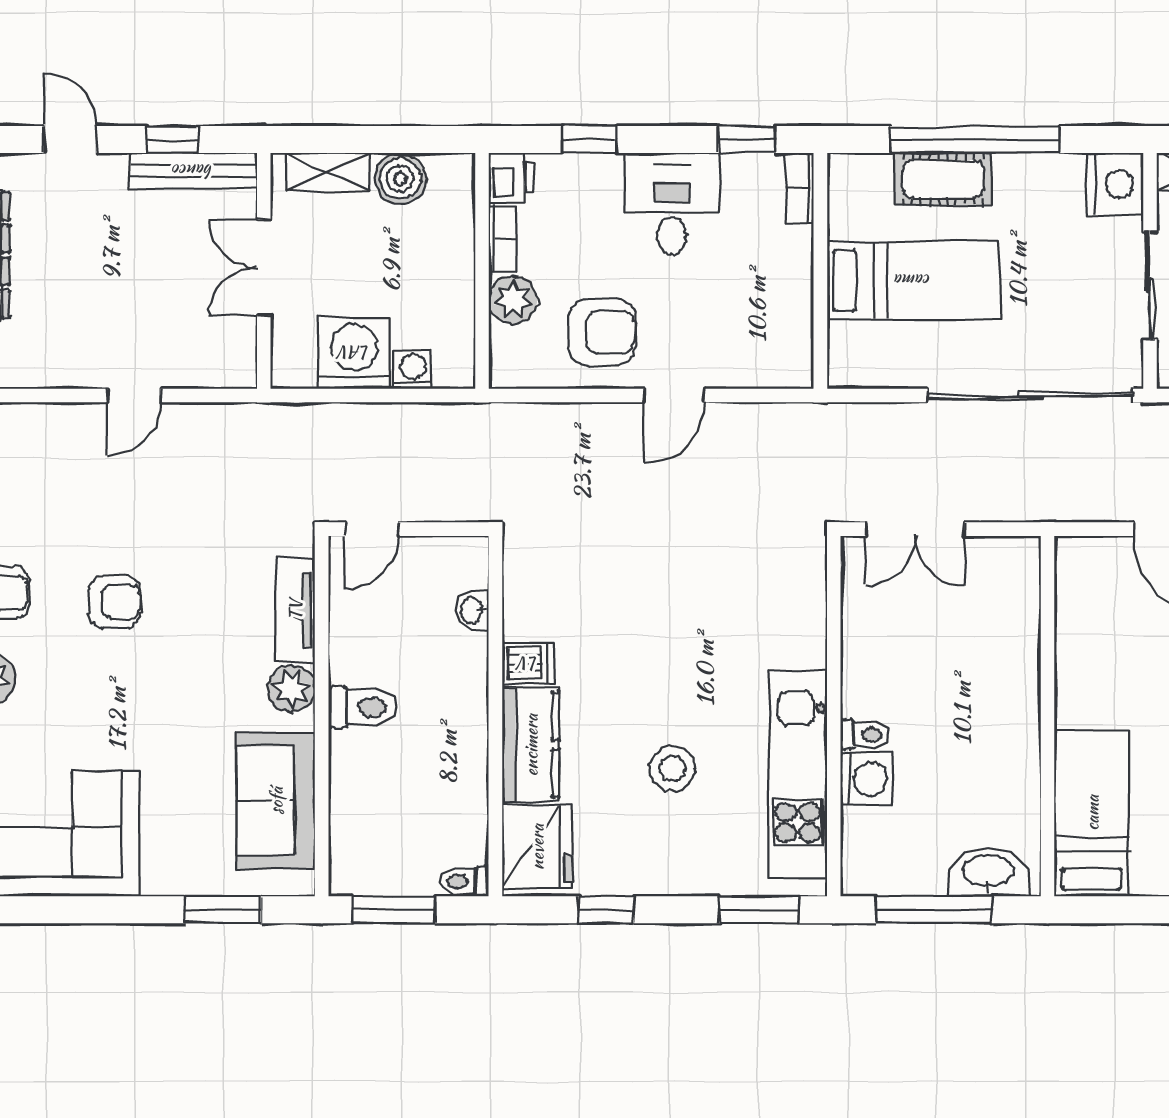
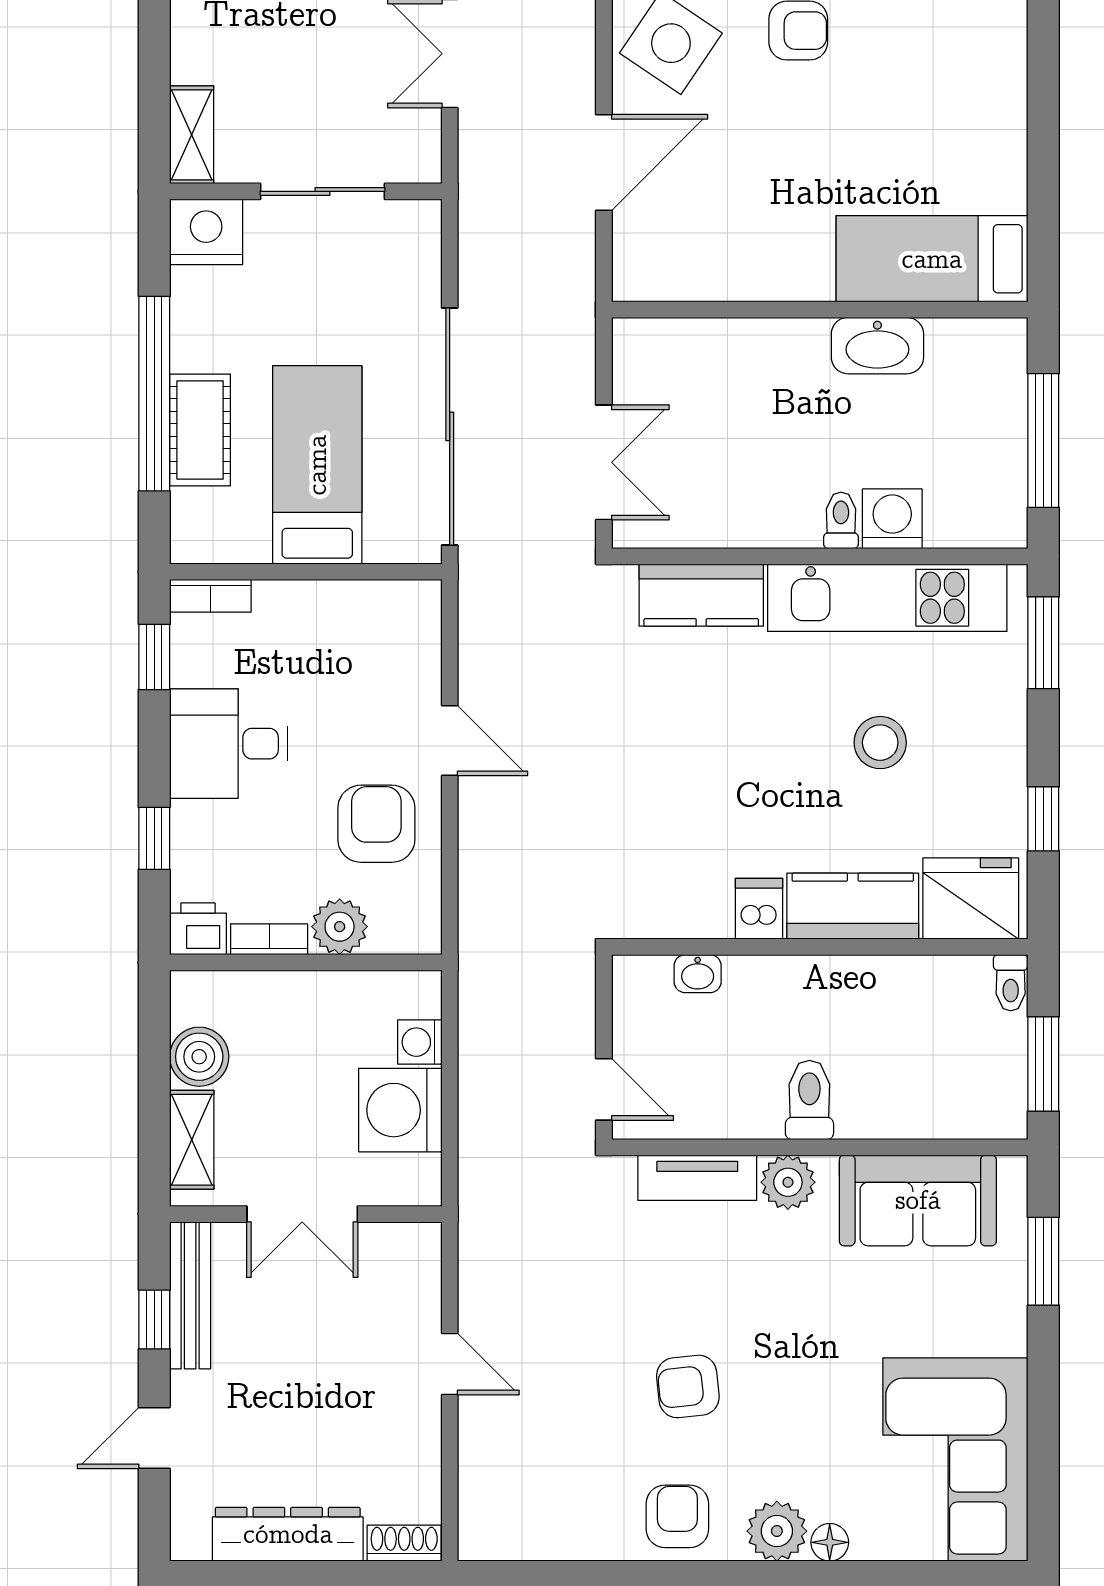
sliding door: (1030, 396) -> (450, 426), moved
armchair: (115, 602) -> (688, 1386), turned -96
kitchen counter: (800, 613) -> (701, 595), added
washbasin: (988, 872) -> (877, 346), moved, turned -90

